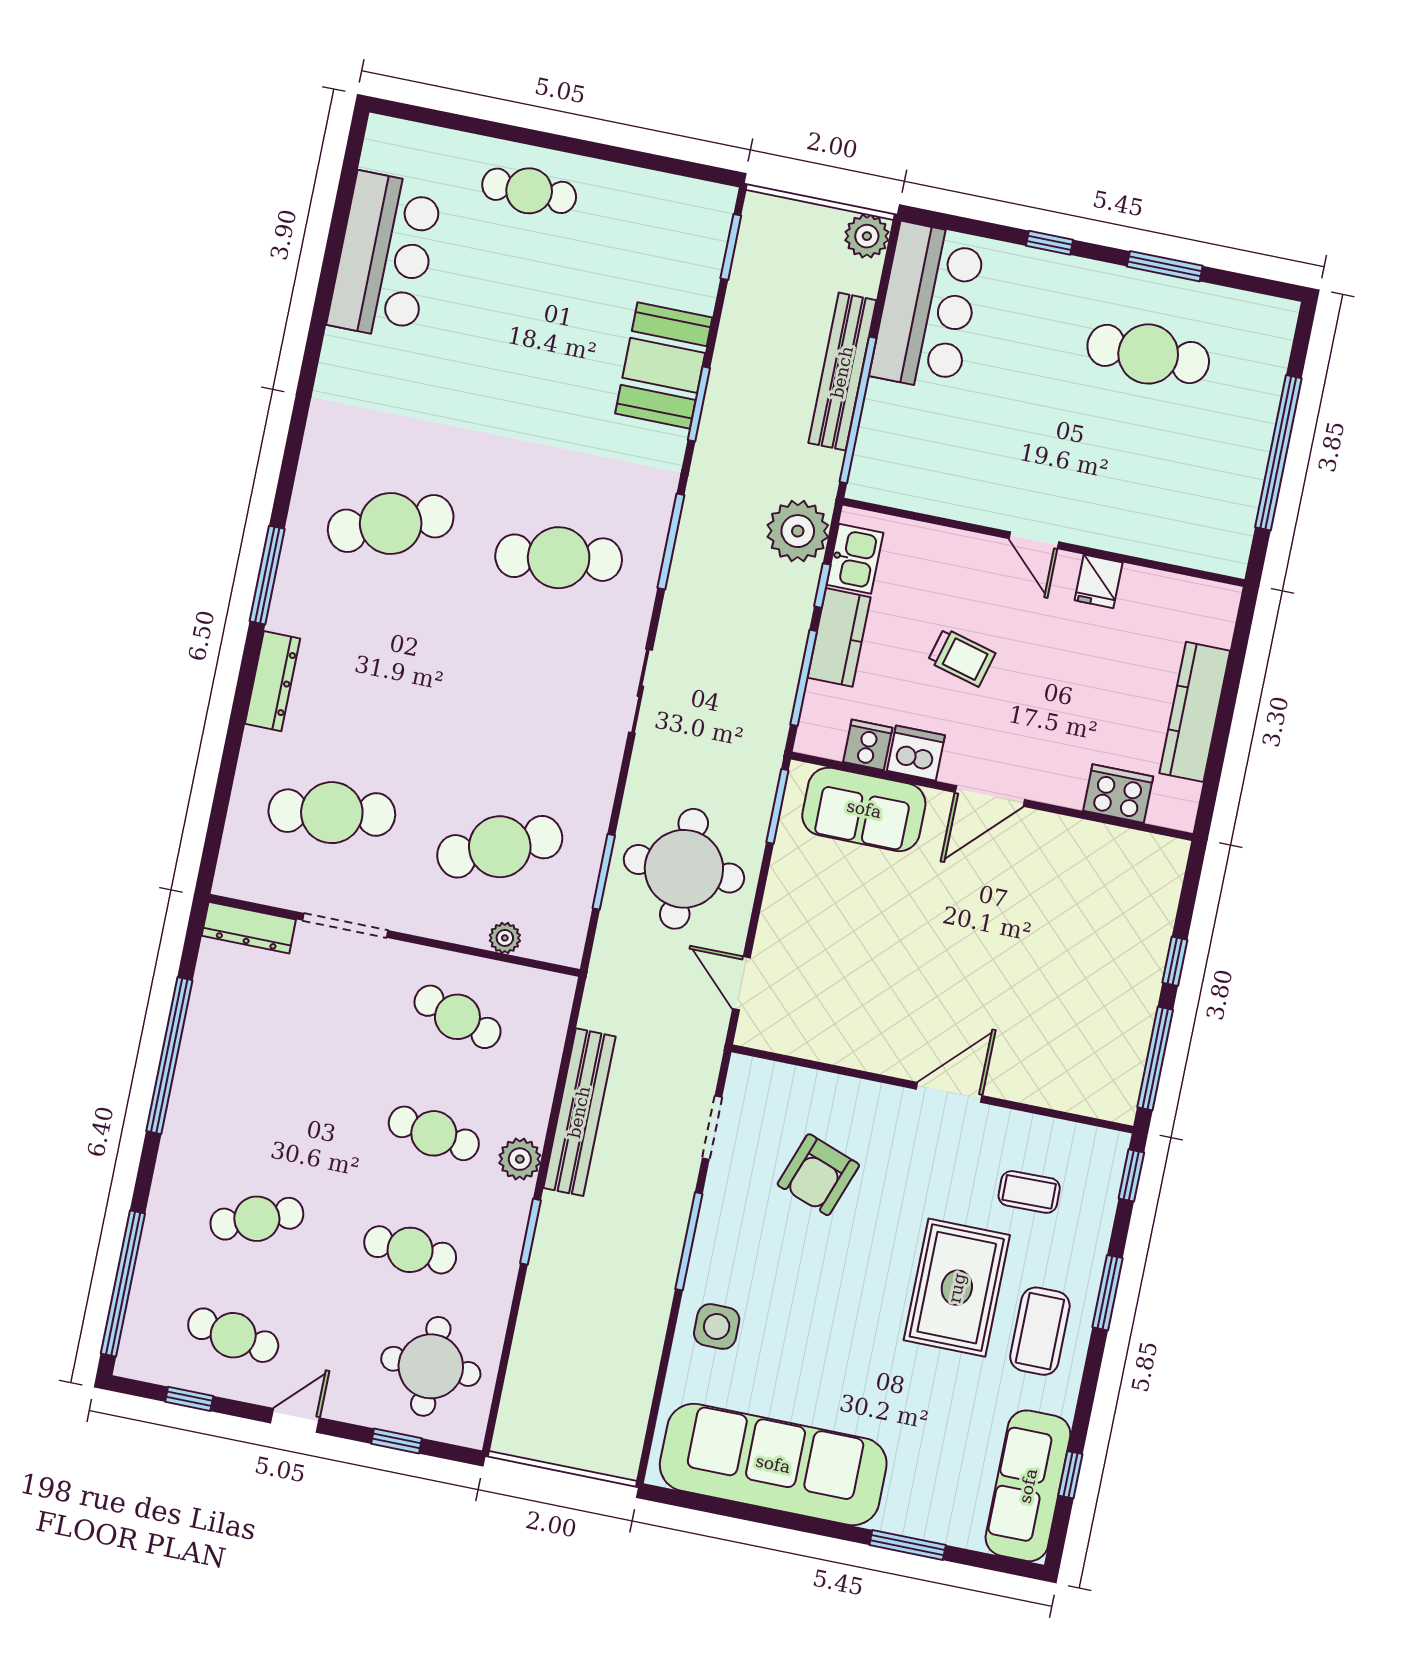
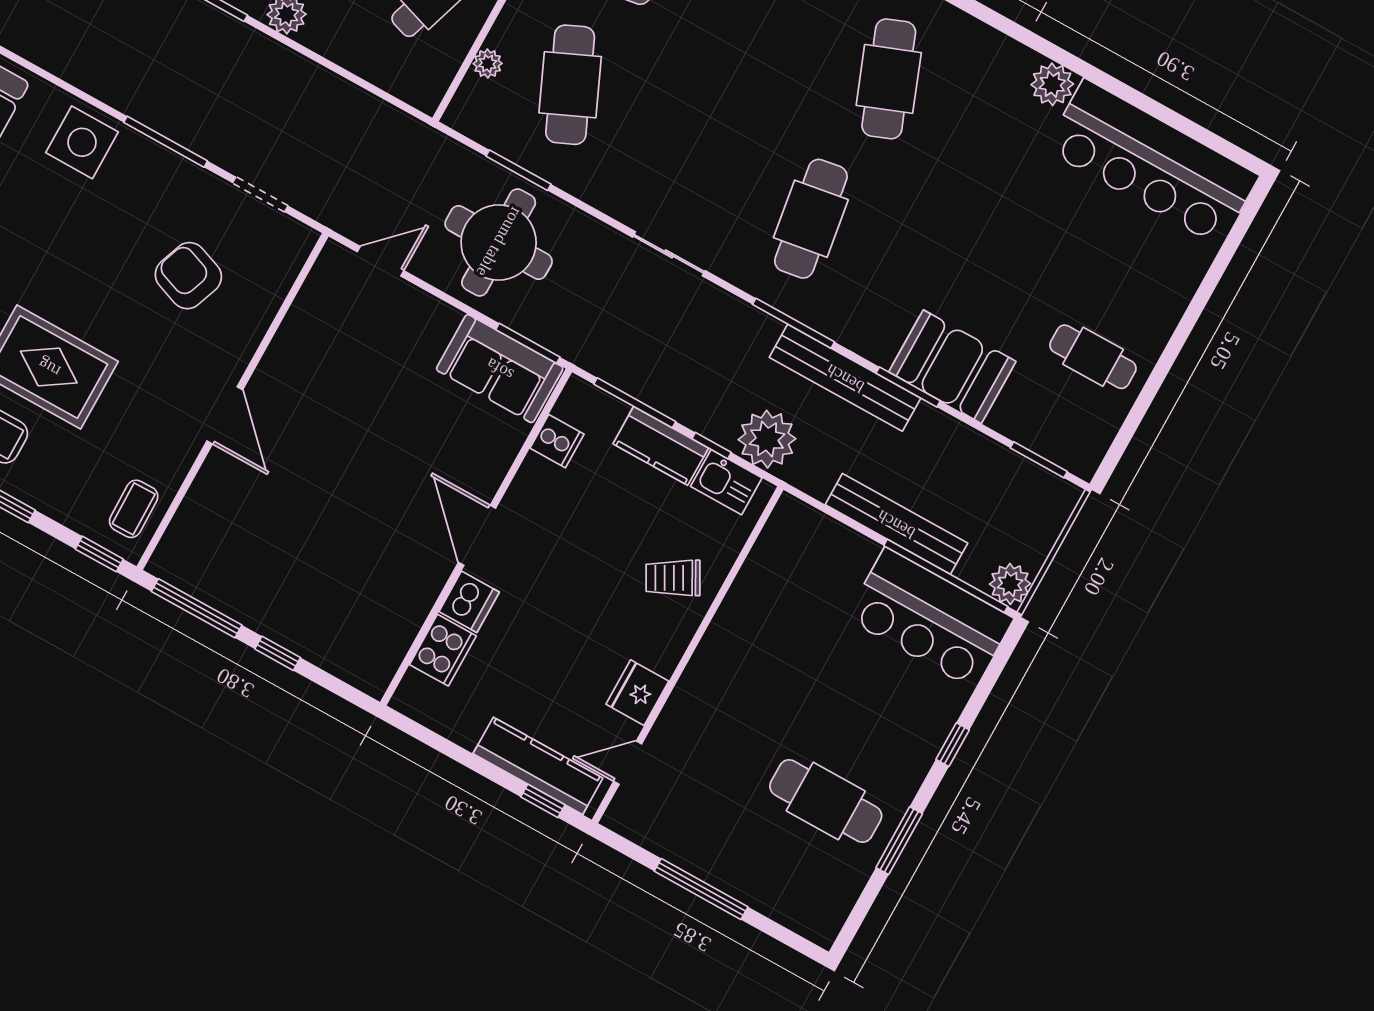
cafe table: (529, 191) -> (1093, 357), moved, turned 90
bar counter: (385, 256) -> (1152, 162), width x1.36
cafe table: (1148, 354) -> (826, 801), turned 90
plant: (343, 355) -> (1052, 84), added
window: (858, 410) -> (946, 576), moved
window: (1278, 453) -> (701, 889), width x0.68
door: (1034, 540) -> (628, 763), moved
fridge: (1099, 581) -> (637, 693), width x1.38
window: (1240, 643) -> (543, 801), added
trolley: (962, 657) -> (673, 578), moved, turned 46
kitchen counter: (1195, 712) -> (538, 766), moved
dishwasher: (916, 753) -> (469, 602), moved
sofa: (864, 809) -> (500, 369), moved, turned -90
bench: (579, 1112) -> (845, 378), moved
coffee table: (1029, 1192) -> (134, 509), moved
side table: (717, 1326) -> (82, 142), width x1.37, depth x1.37

